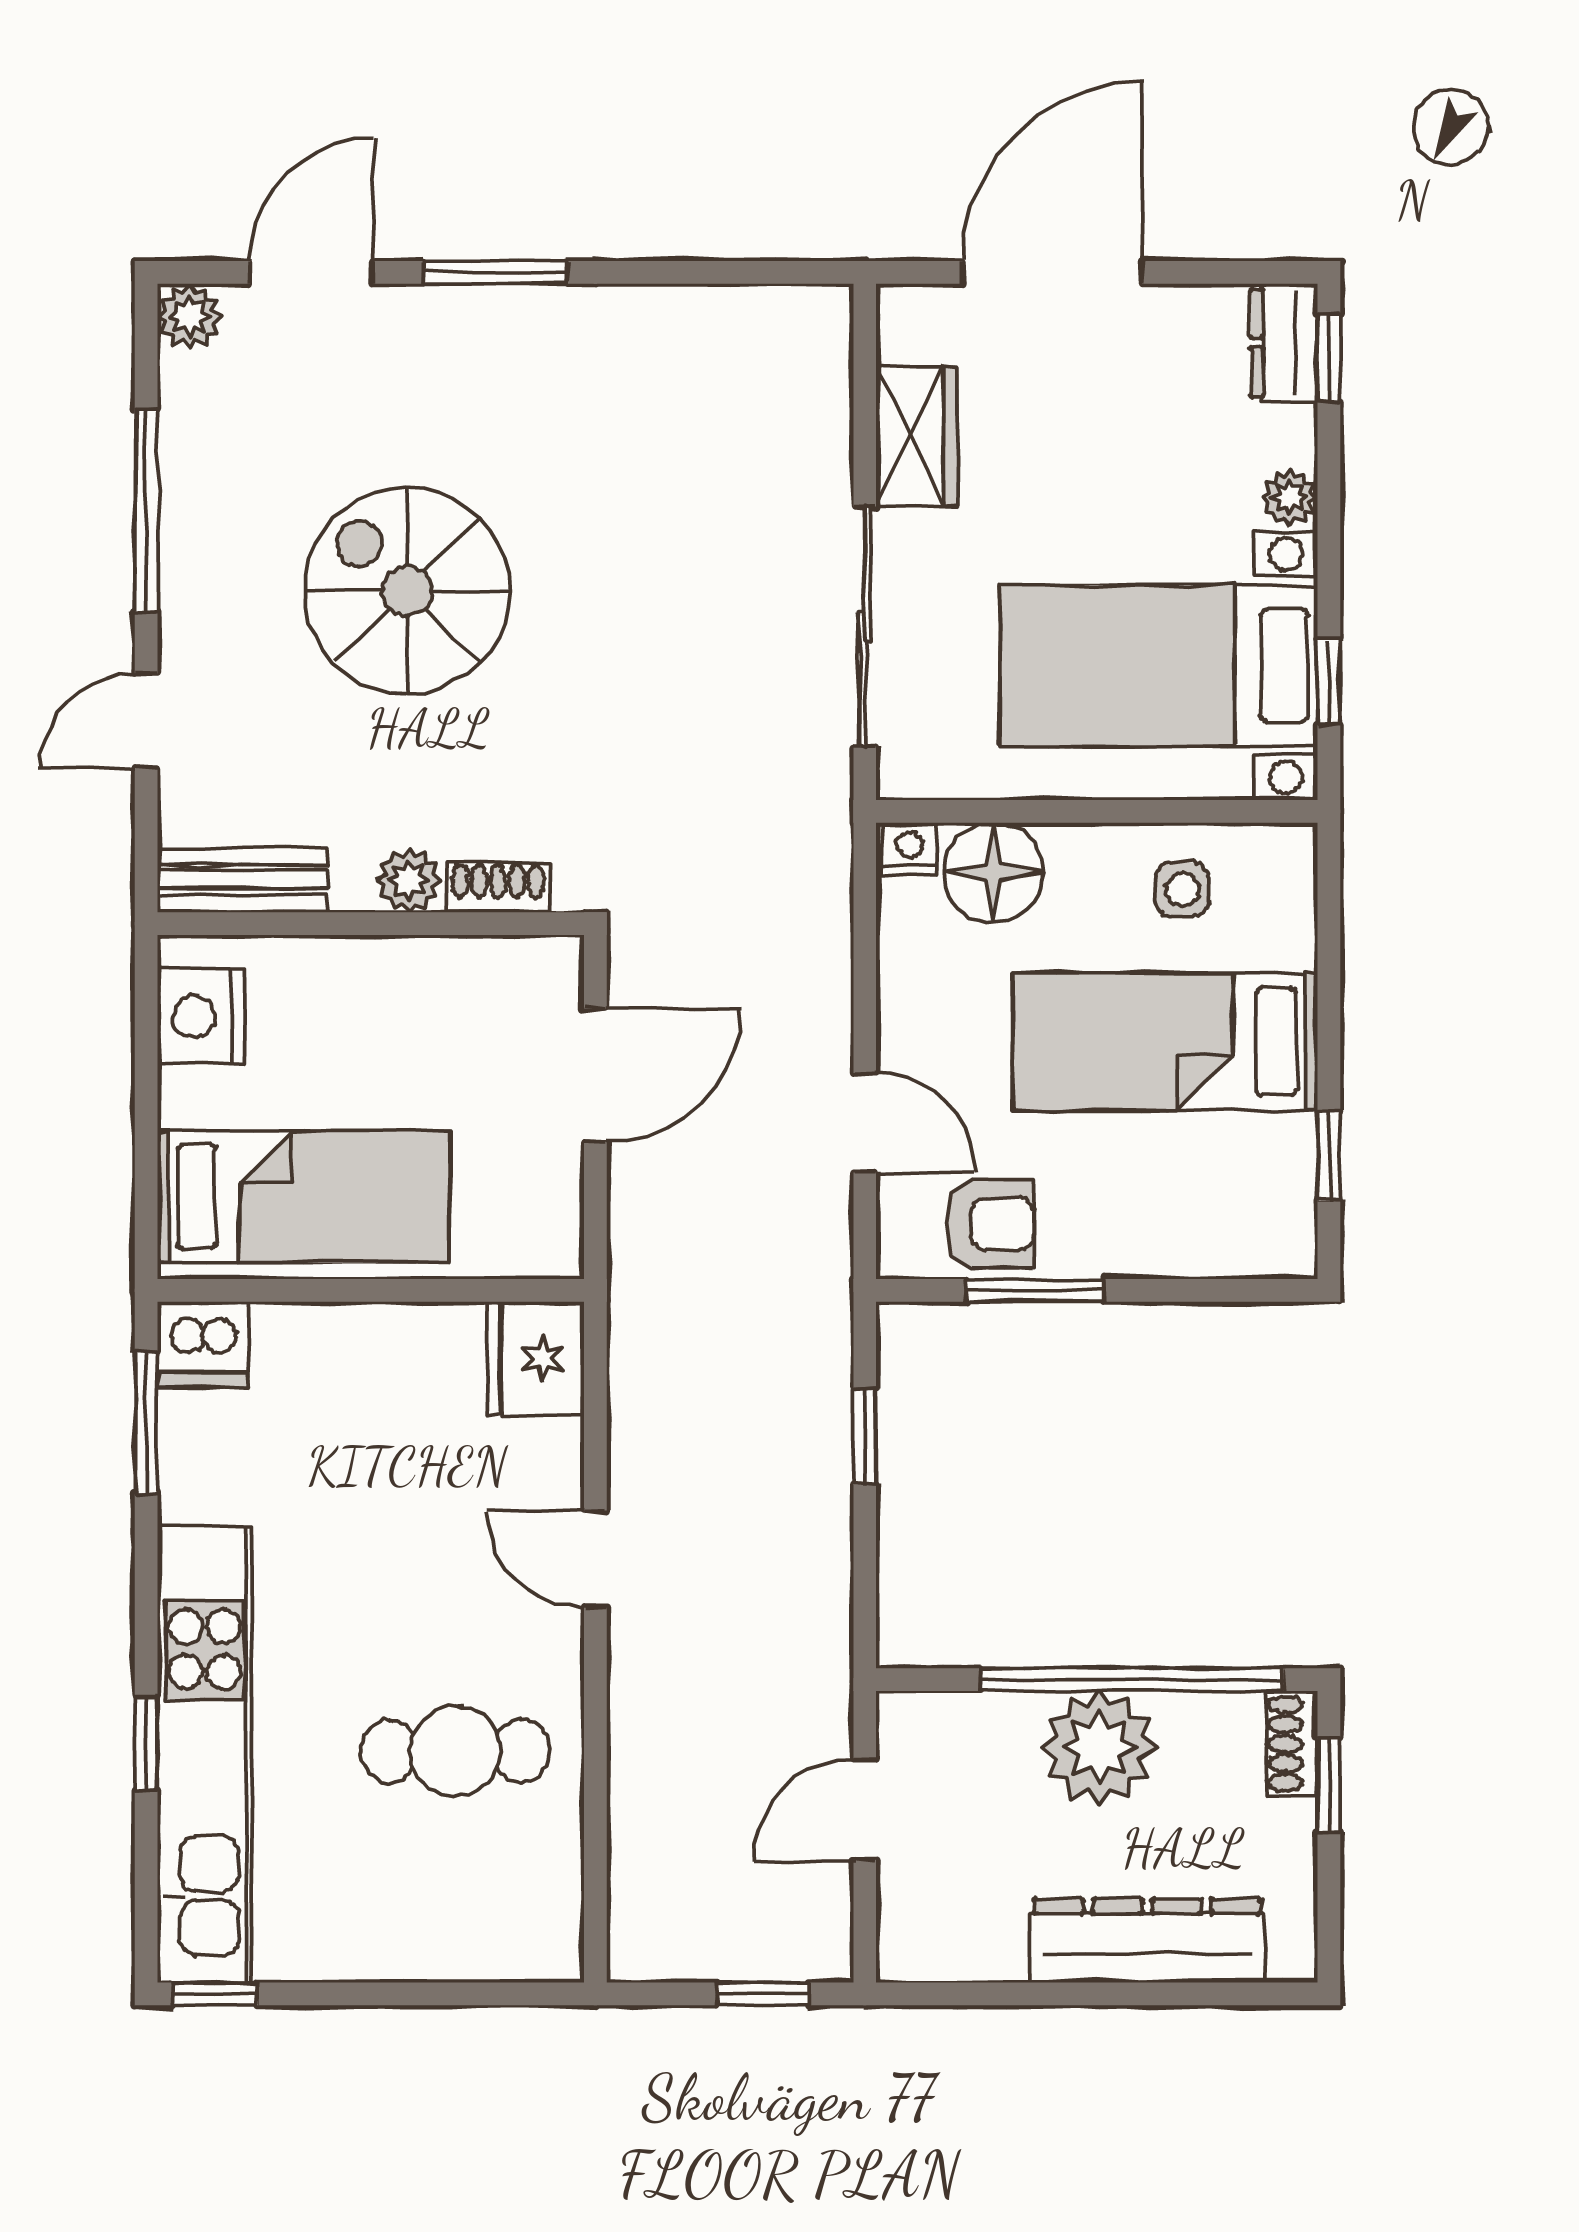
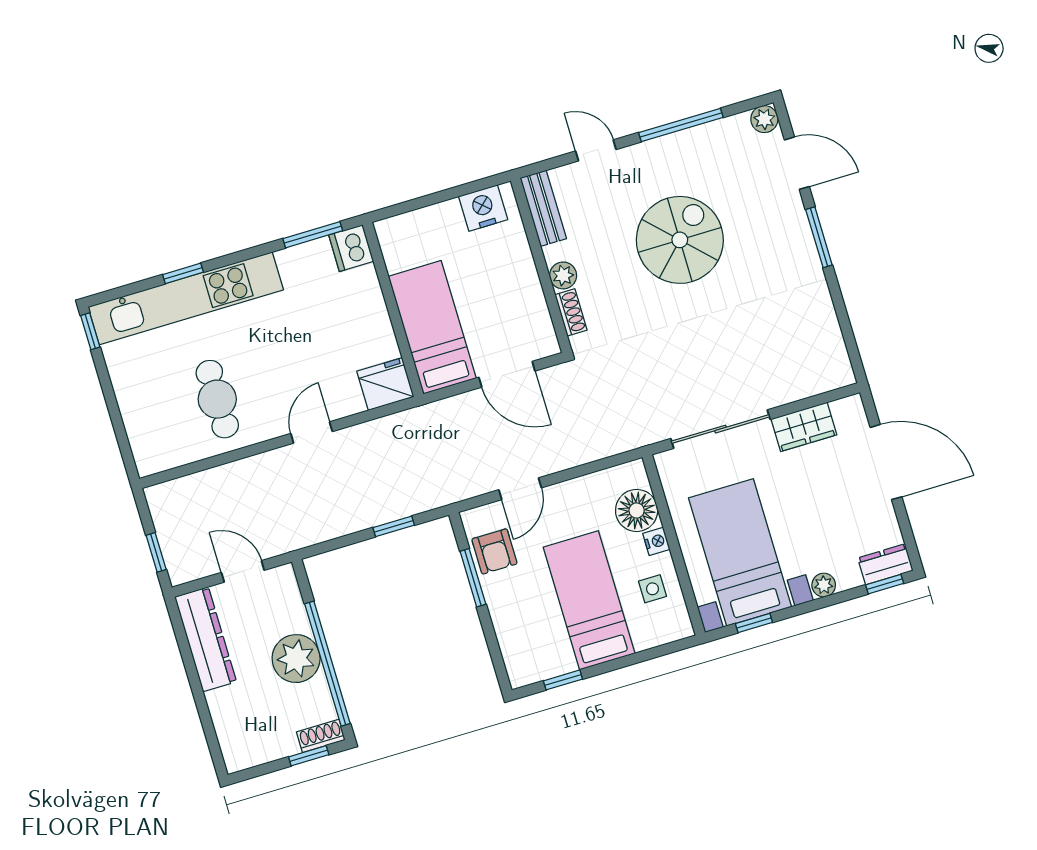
nightstand: (910, 849) -> (656, 541), moved
bed: (304, 1197) -> (432, 327), moved, turned 180
dresser: (1147, 1941) -> (205, 639), moved

